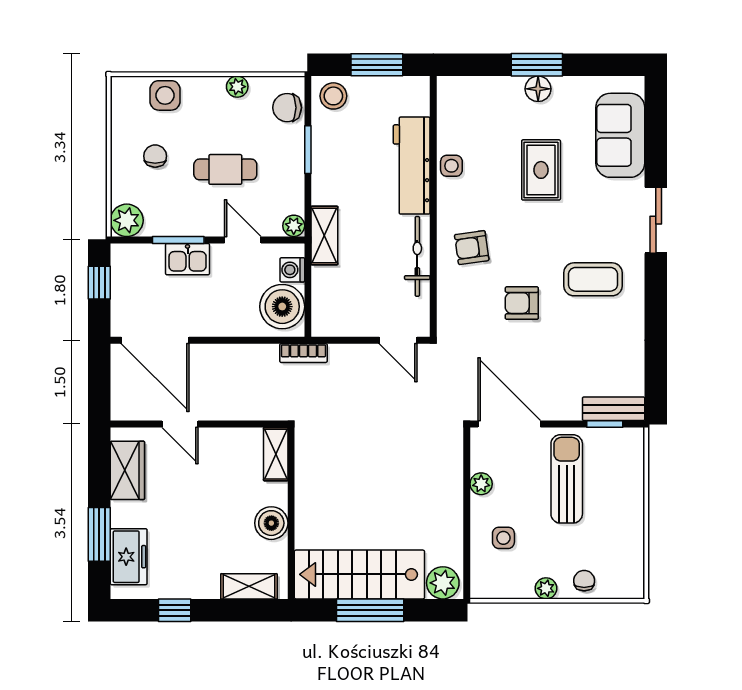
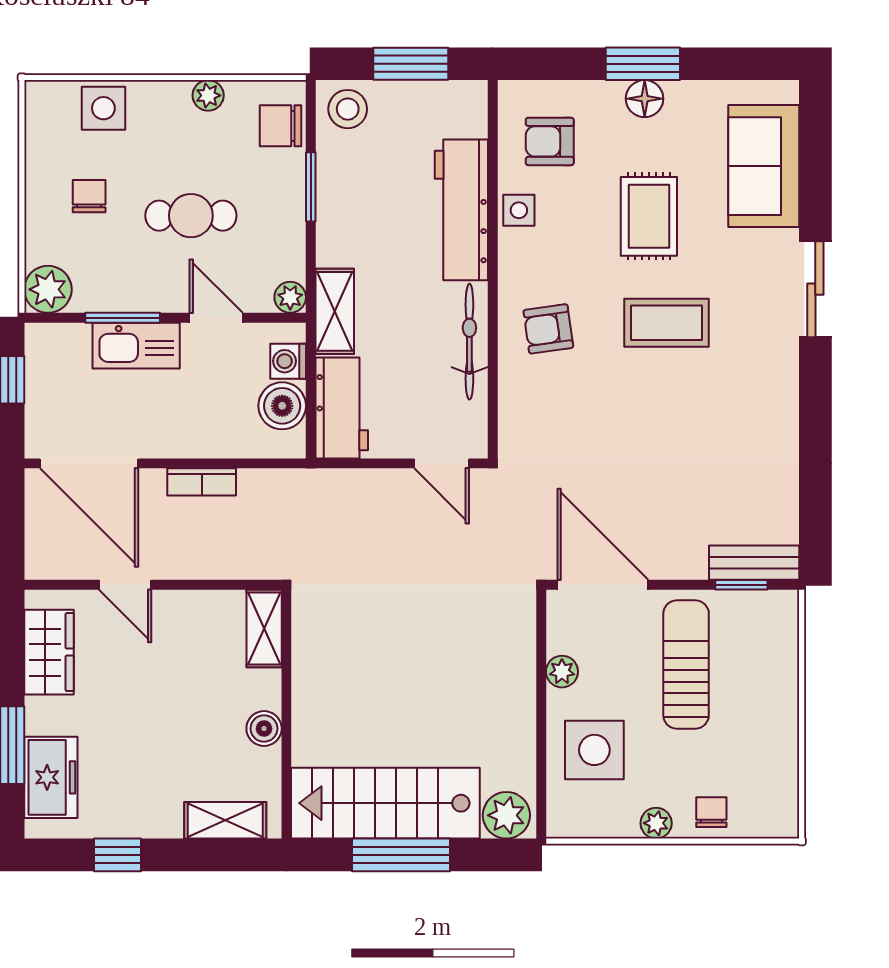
kitchen sink: (188, 259) -> (136, 346), width x1.38
coffee table: (593, 279) -> (666, 323), moved
workbench: (329, 302) -> (342, 408), added
armchair: (522, 303) -> (550, 141), moved
boiler: (282, 307) -> (282, 406), width x0.73, depth x0.73
bookcase: (303, 353) -> (202, 482), moved
boiler: (271, 523) -> (264, 729), width x0.73, depth x0.73
side table: (503, 538) -> (594, 750), width x1.87, depth x1.87

